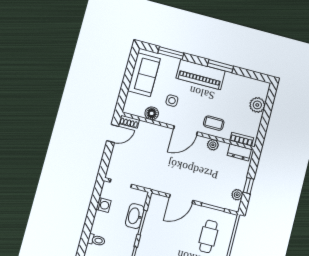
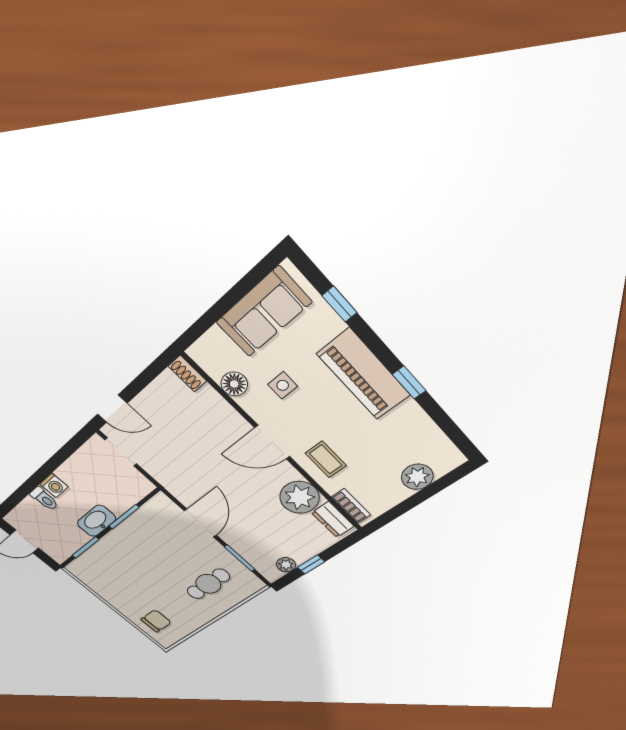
window: (171, 53) -> (339, 304), width x0.67
window: (220, 66) -> (409, 382), width x0.67
door: (113, 133) -> (112, 409), moved
plant: (213, 145) -> (300, 497), width x1.87, depth x1.87
door: (181, 199) -> (200, 523), swing flipped
washing machine: (104, 205) -> (54, 485), moved
washbasin: (135, 216) -> (96, 521), moved

